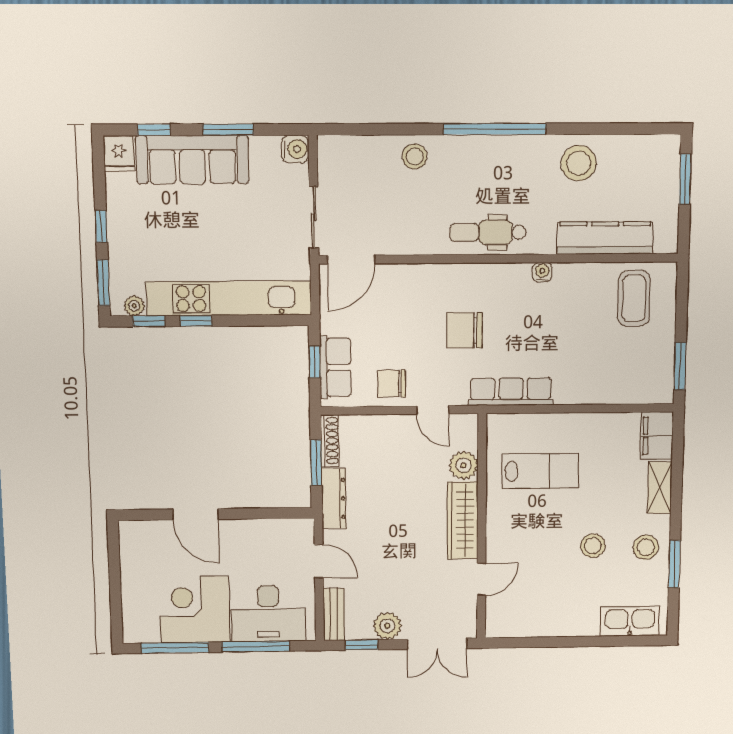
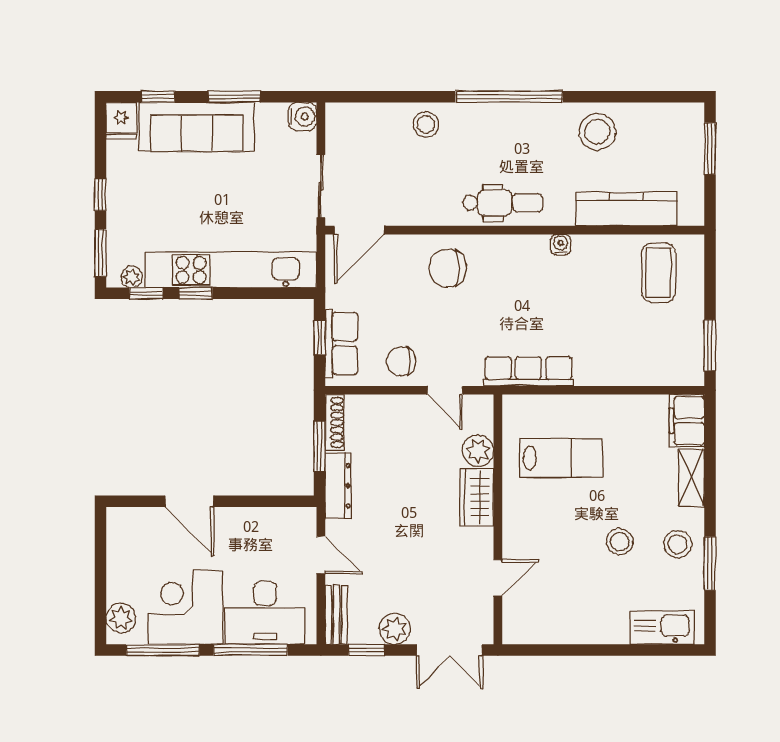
dental chair: (488, 232) -> (503, 203), turned 180
chair: (465, 330) -> (448, 268), moved
wardrobe: (463, 520) -> (477, 497), width x0.67
plant: (135, 620) -> (121, 618), added

